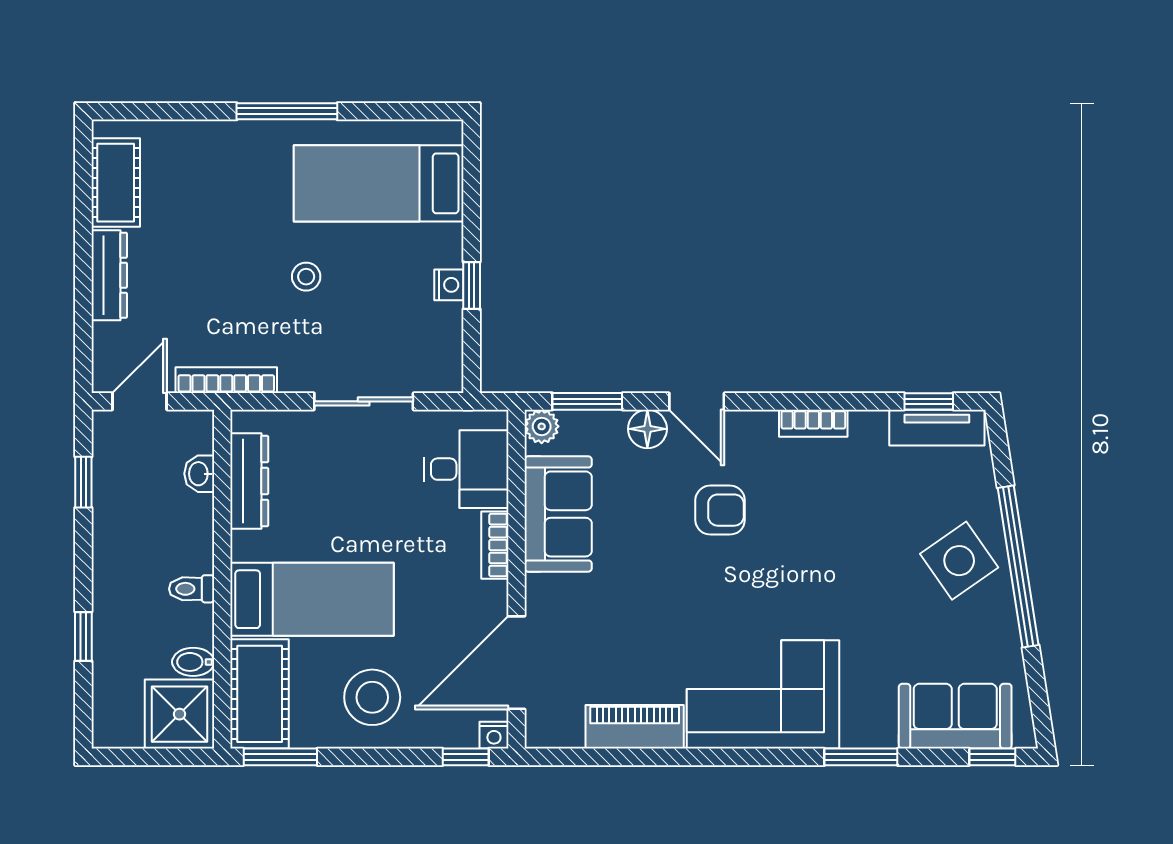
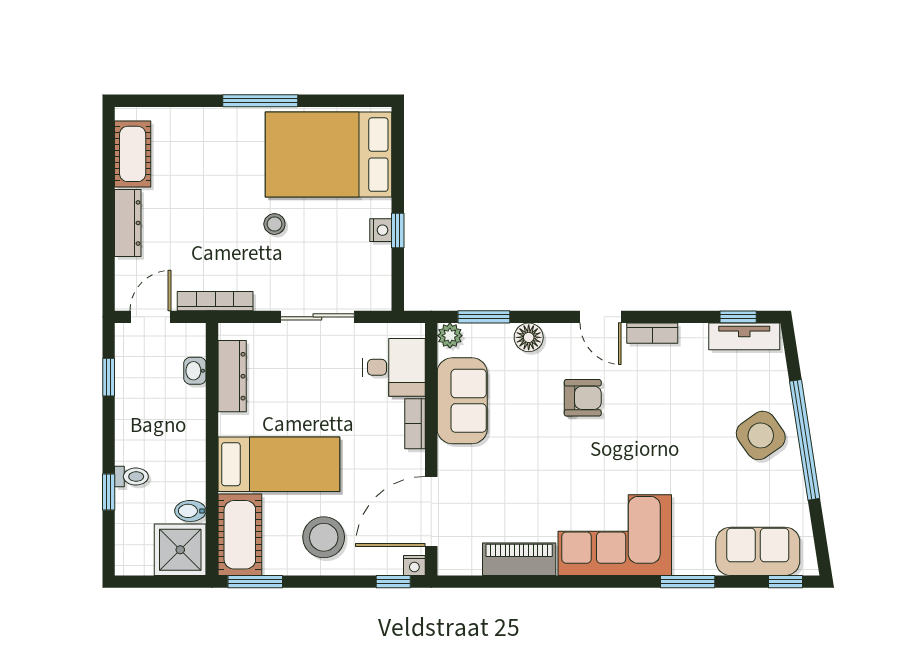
bed: (379, 183) -> (329, 155), width x1.50
door: (697, 401) -> (600, 317), moved
toilet: (192, 589) -> (131, 477), moved, turned 180

